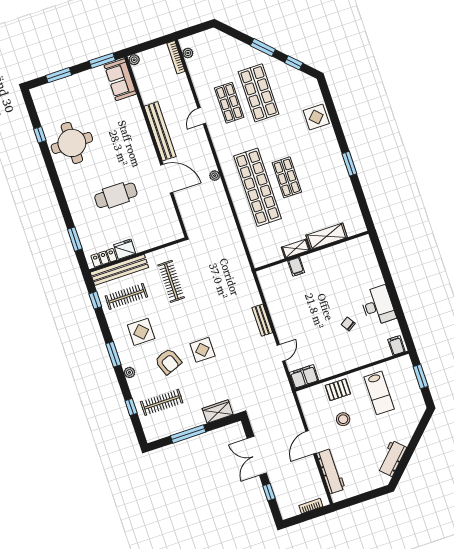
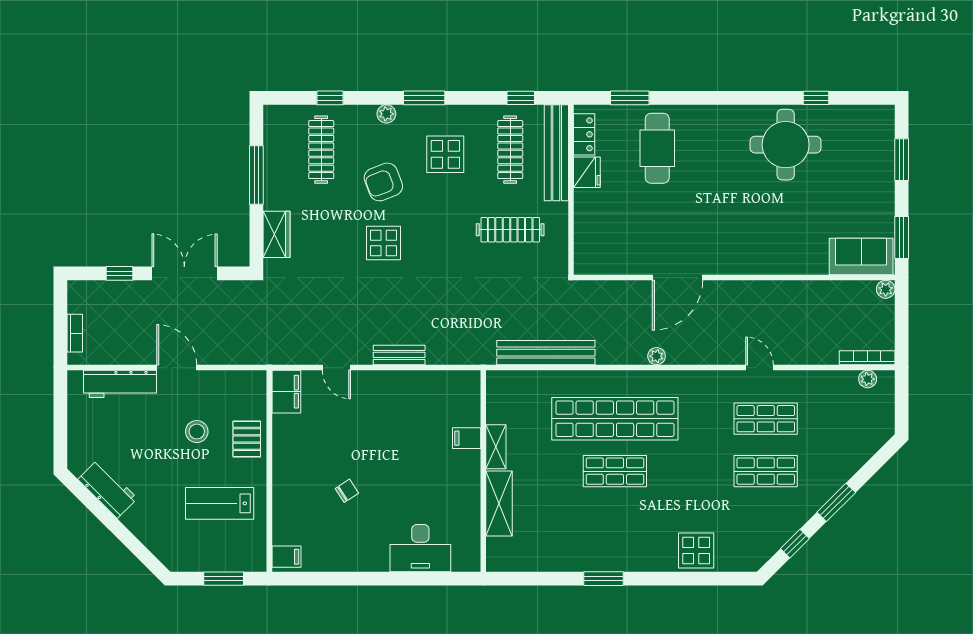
shop shelf: (259, 93) -> (766, 471), width x0.70, depth x0.74
bench: (160, 131) -> (546, 353), moved
cafe table: (116, 195) -> (657, 148), moved
desk: (378, 306) -> (420, 548), moved

